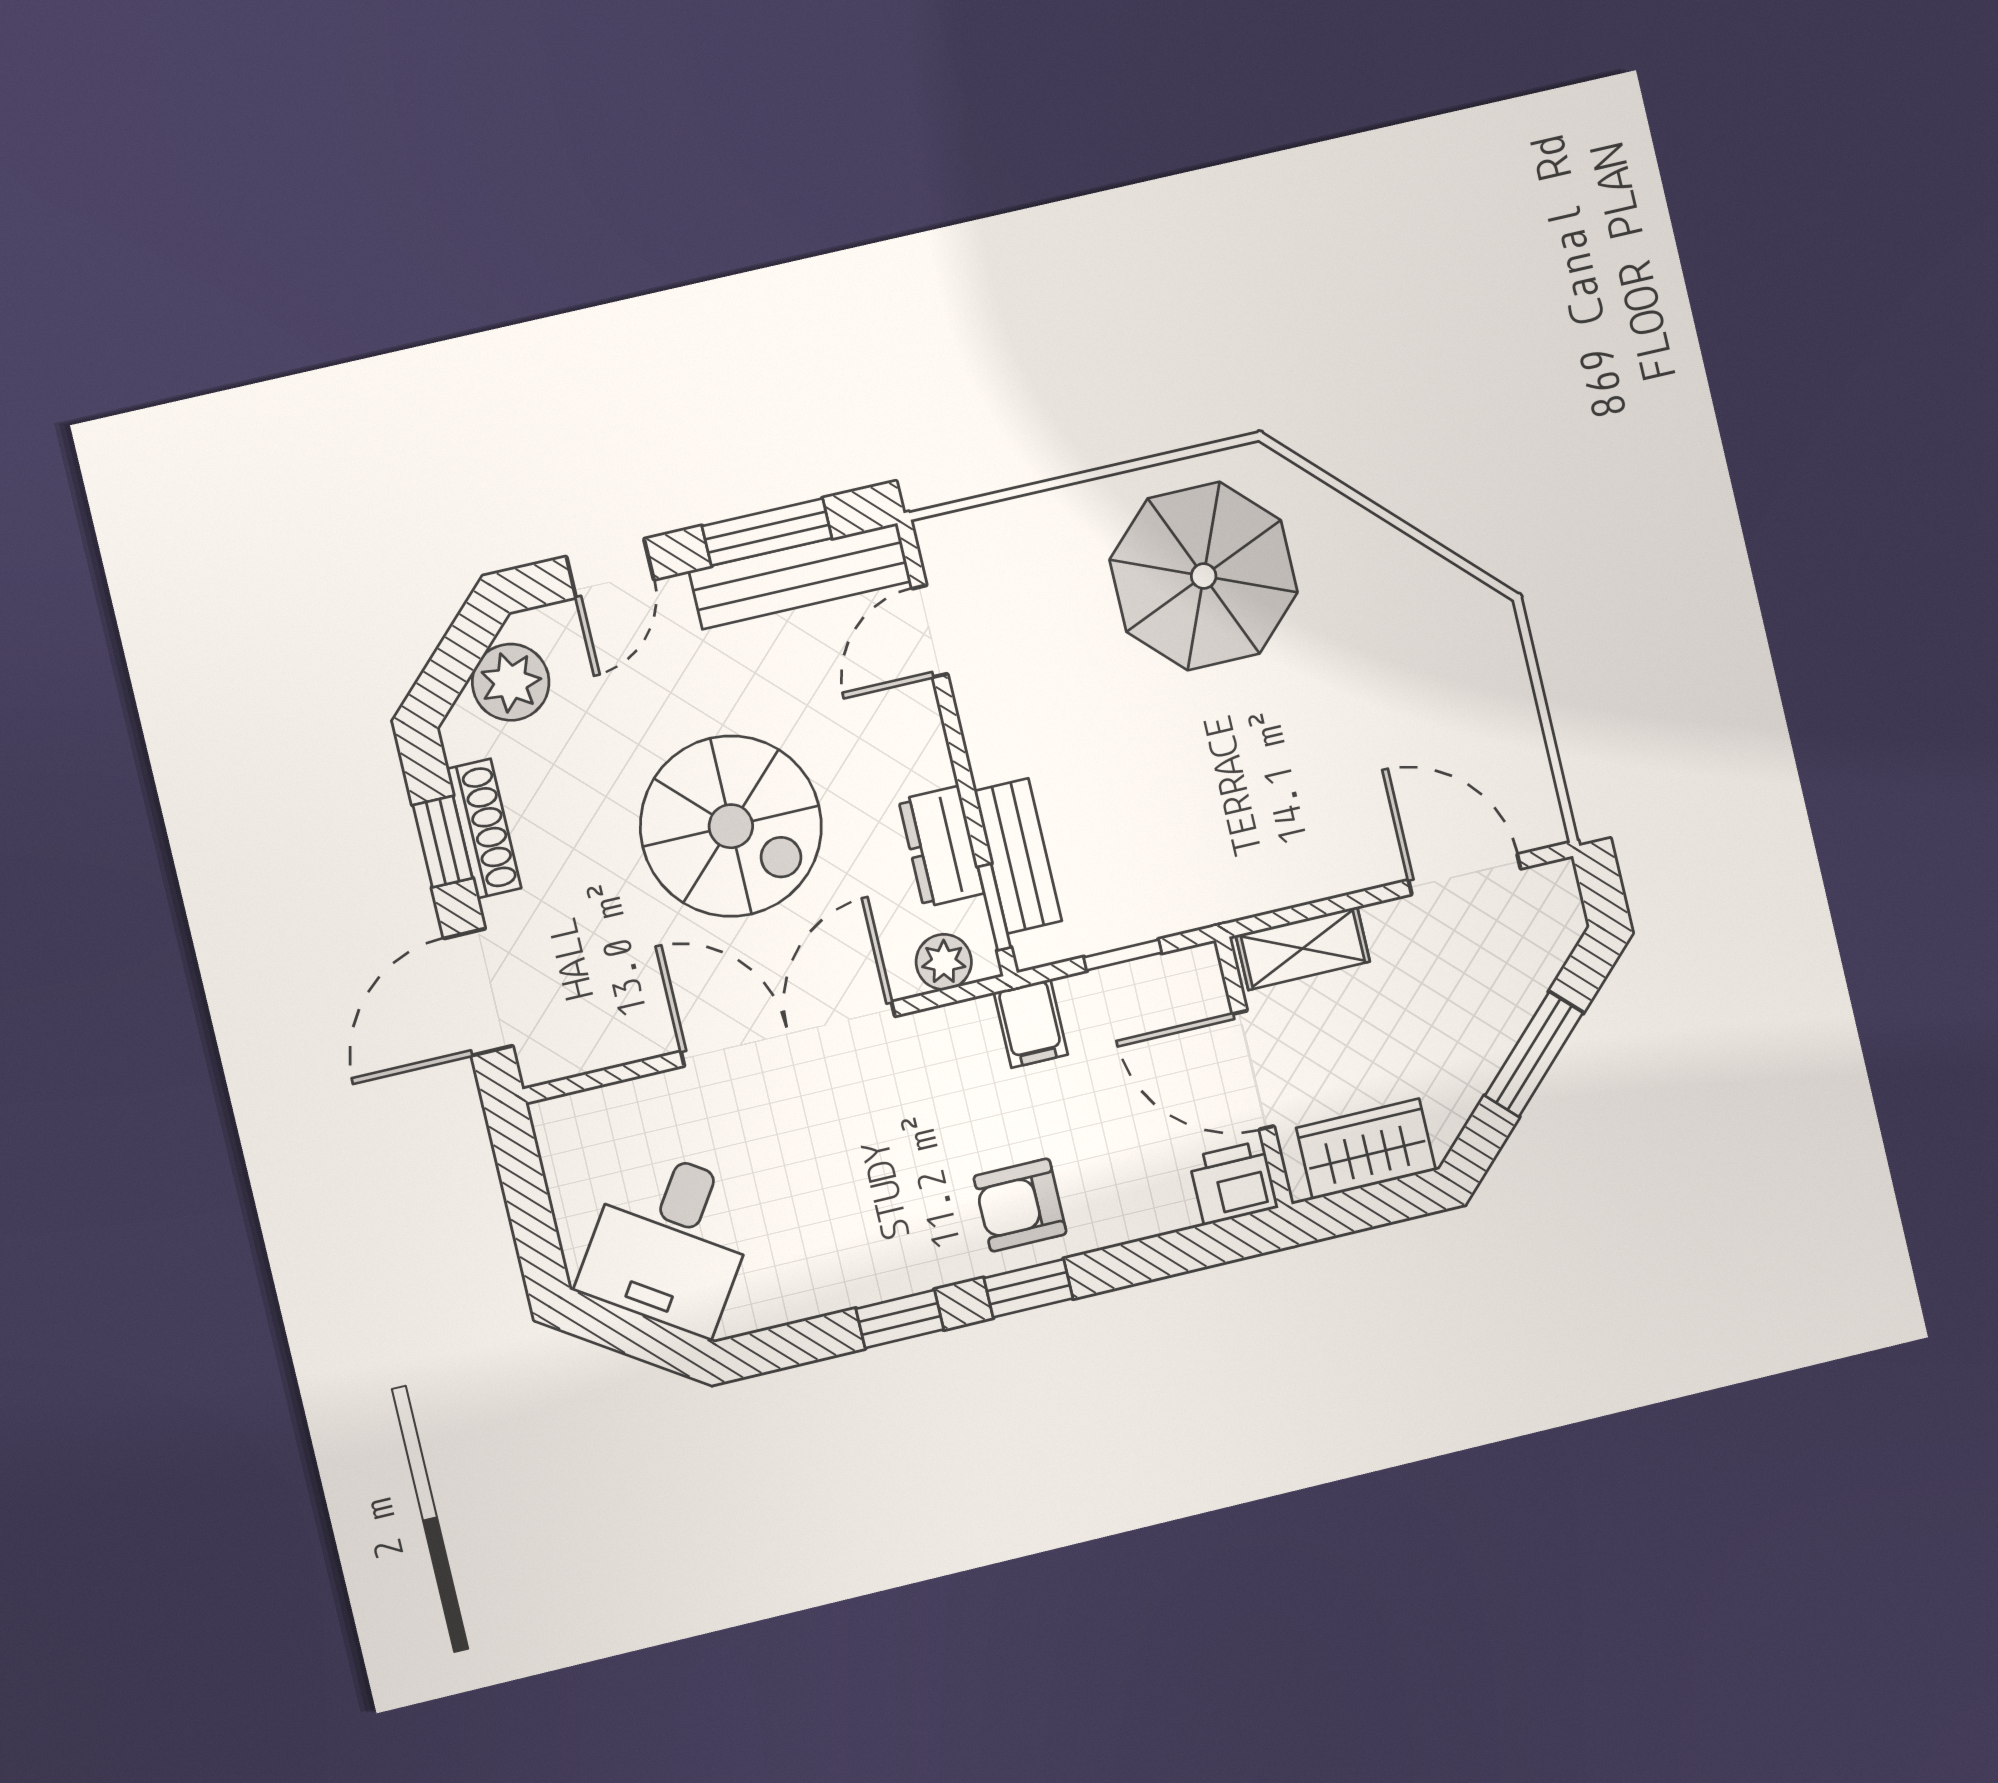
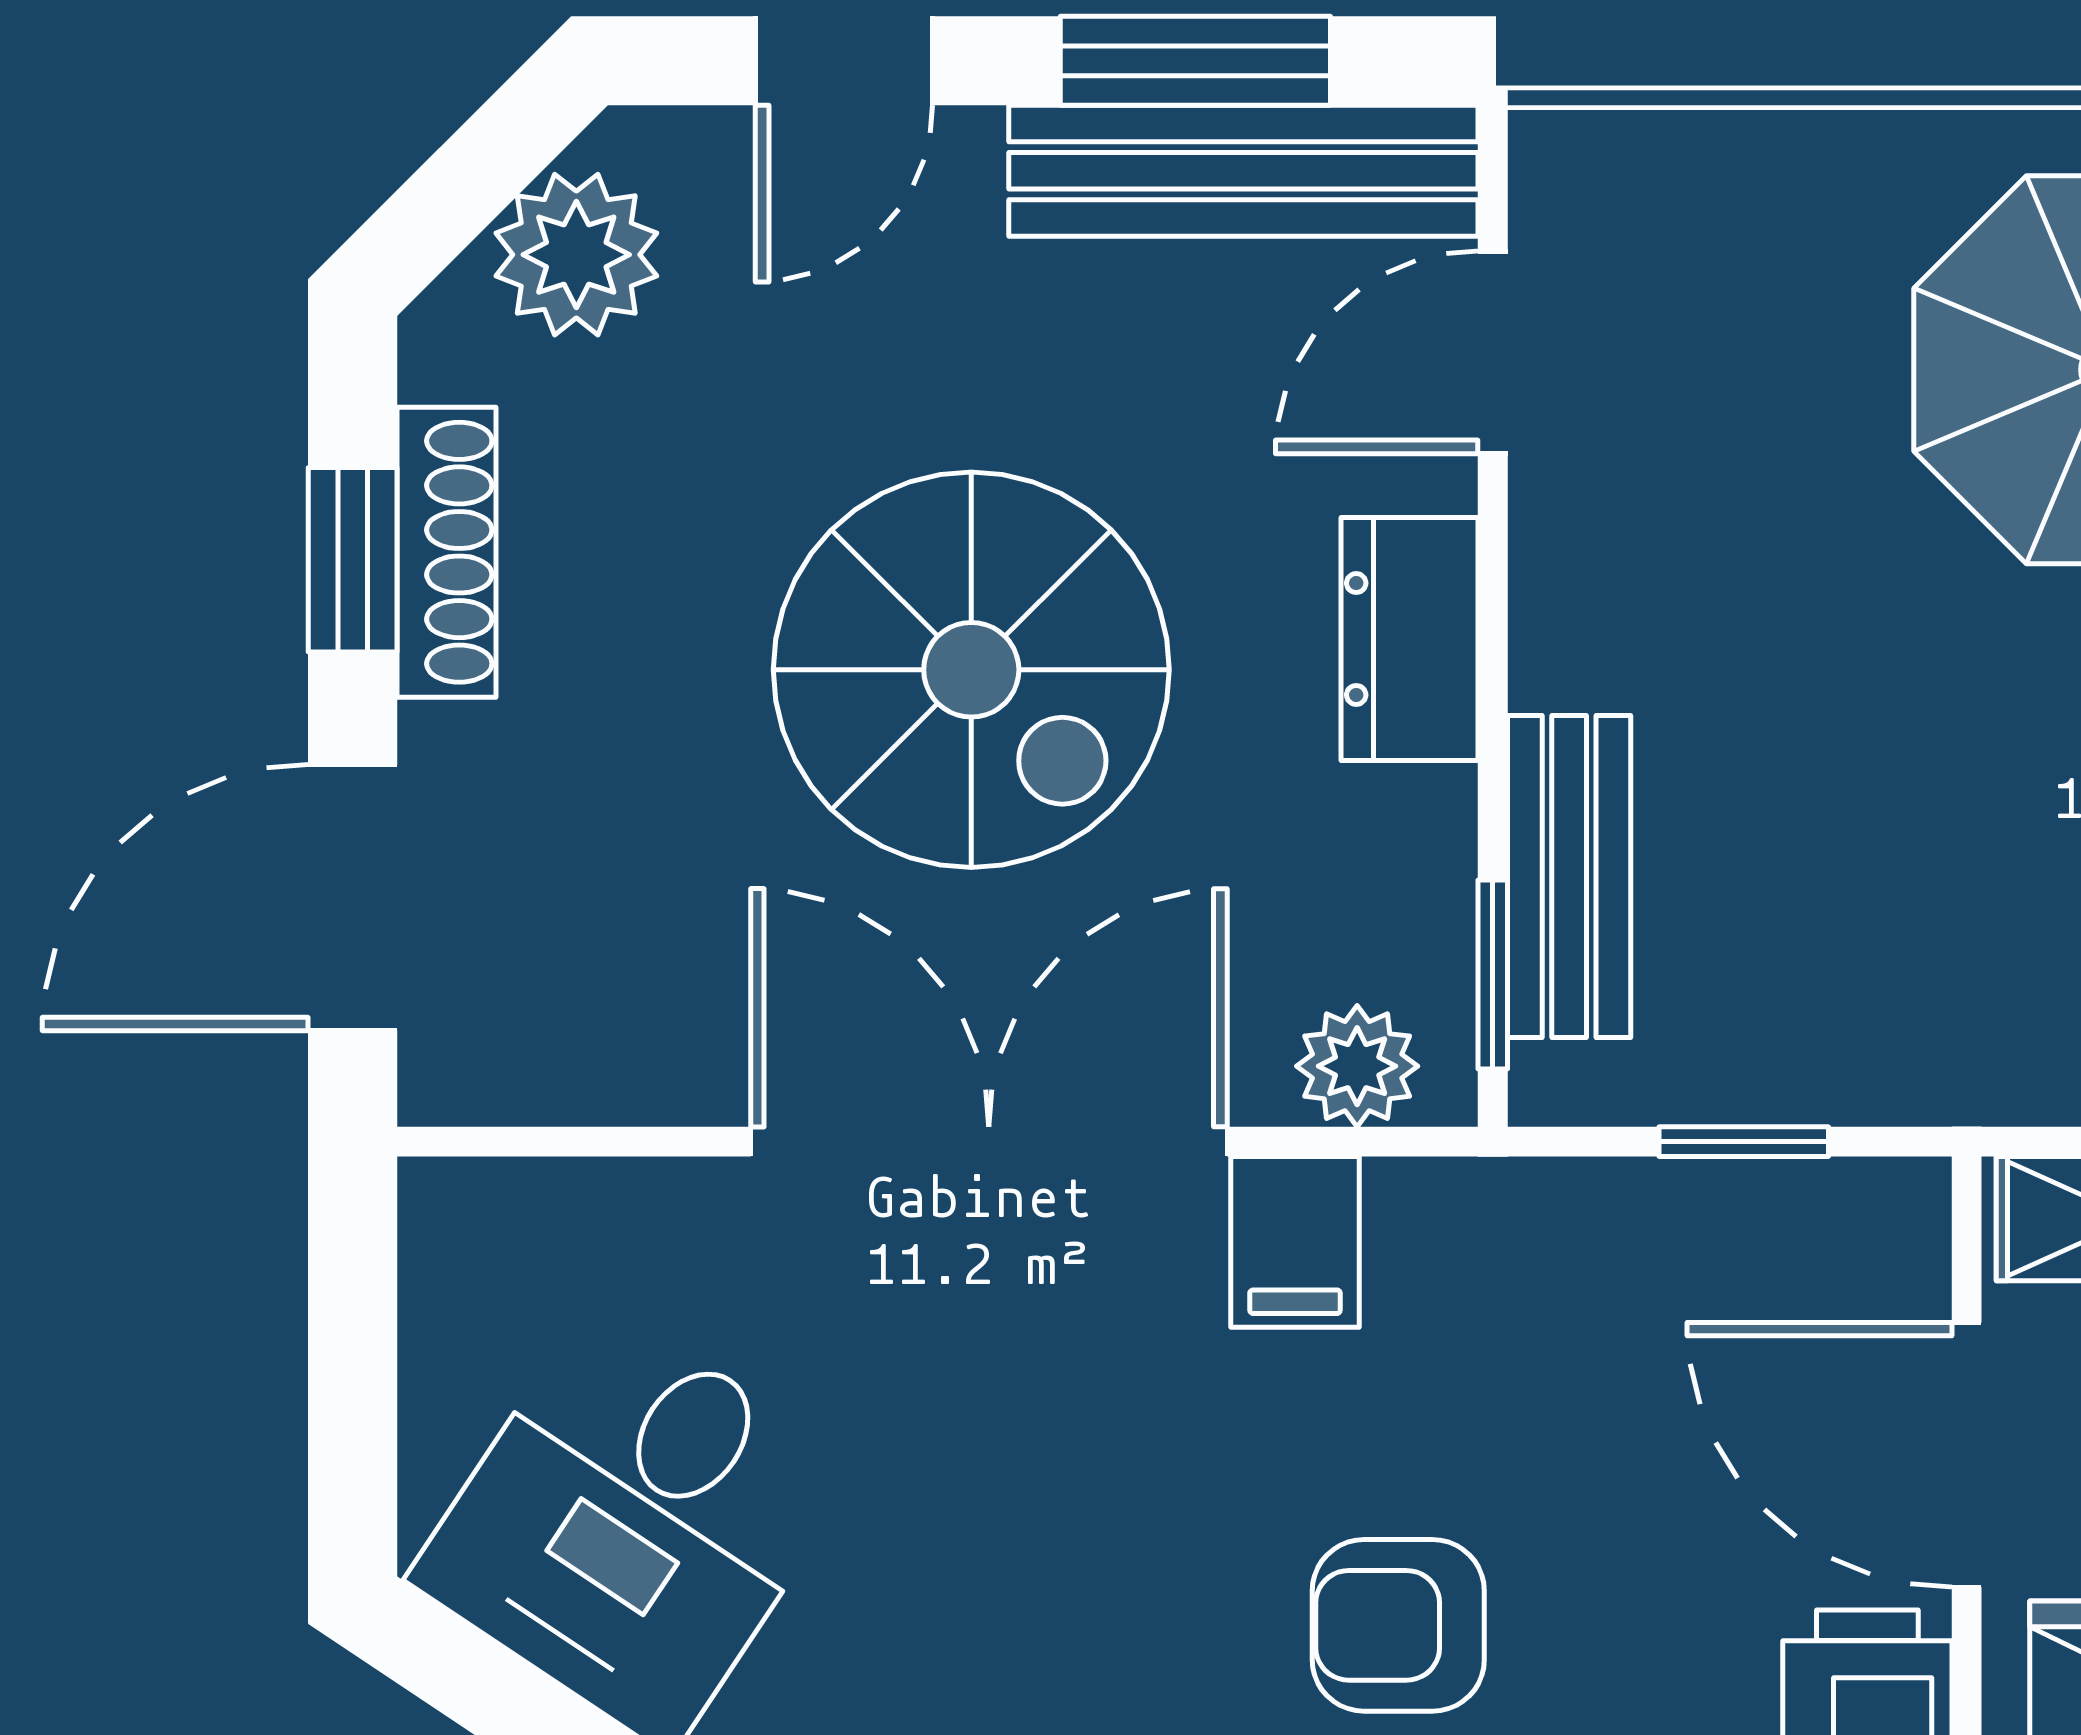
dresser: (941, 847) -> (1410, 639), moved
filing cabinet: (1031, 1023) -> (1295, 1242), moved

